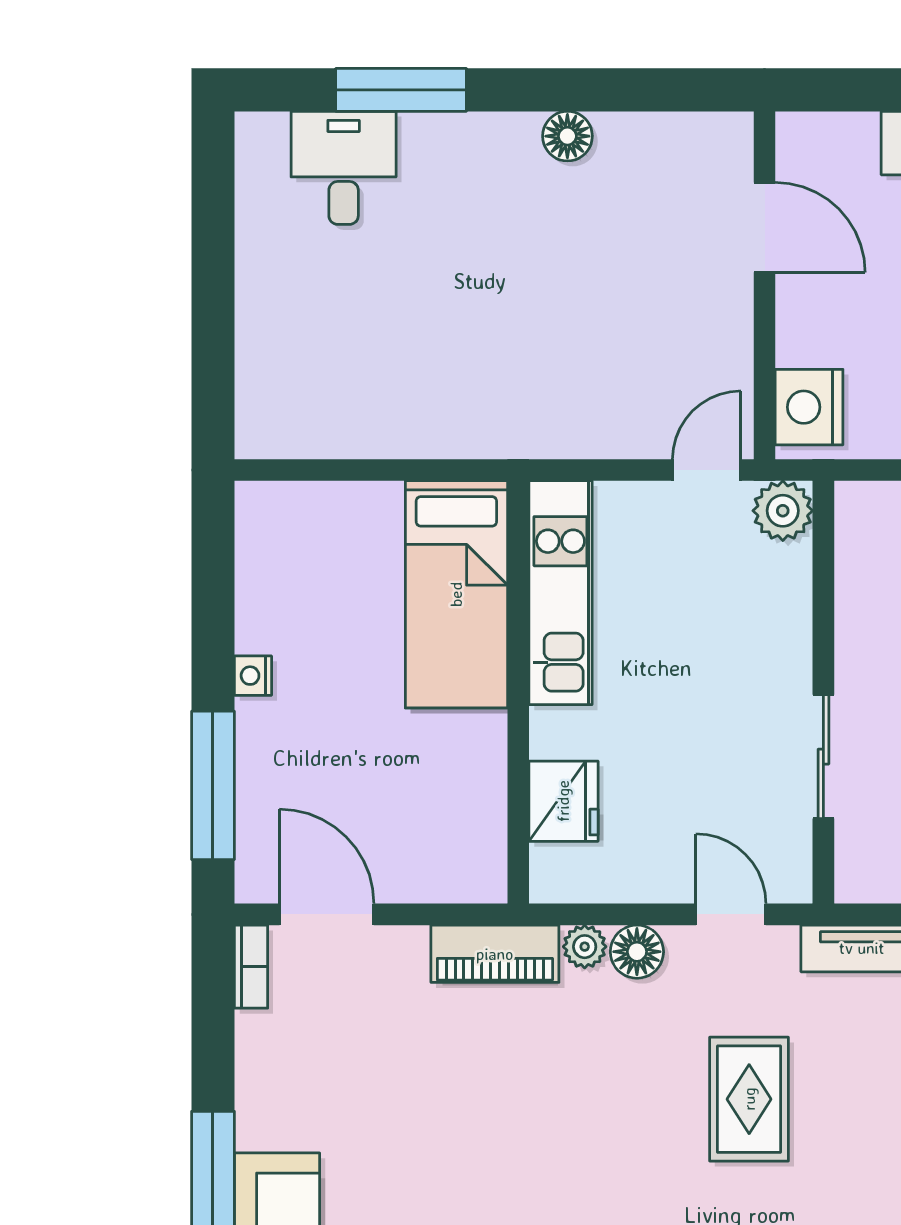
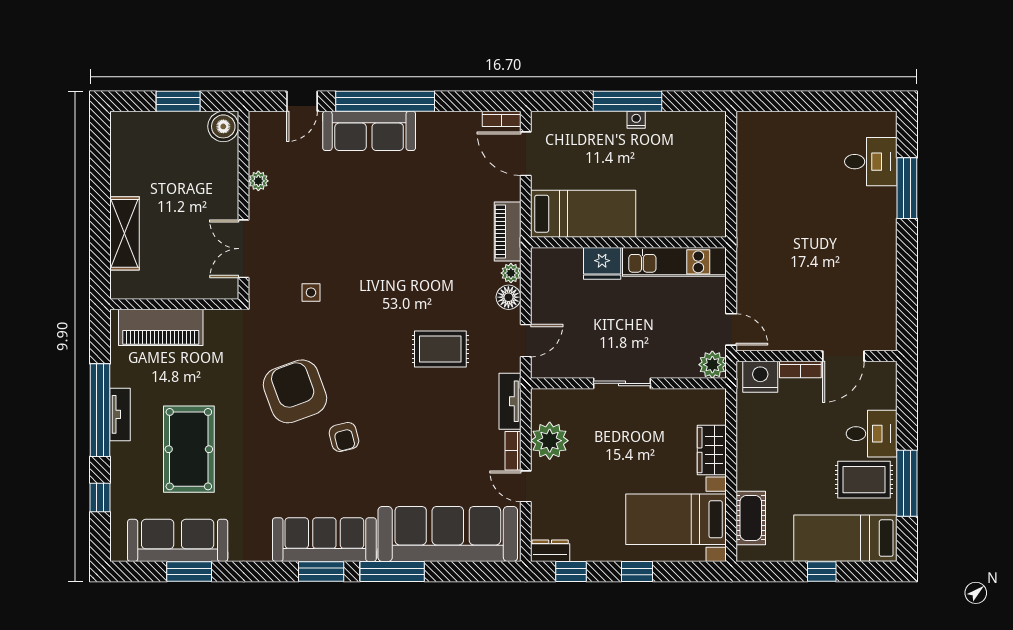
floor lamp: (567, 136) -> (885, 265), removed
bookcase: (793, 320) -> (800, 369), added
bed: (456, 594) -> (583, 214), moved, turned 180
sliding door: (823, 757) -> (622, 383), moved
window: (213, 785) -> (627, 101), moved
fridge: (563, 801) -> (602, 263), moved
door: (327, 914) -> (526, 154), swing flipped

